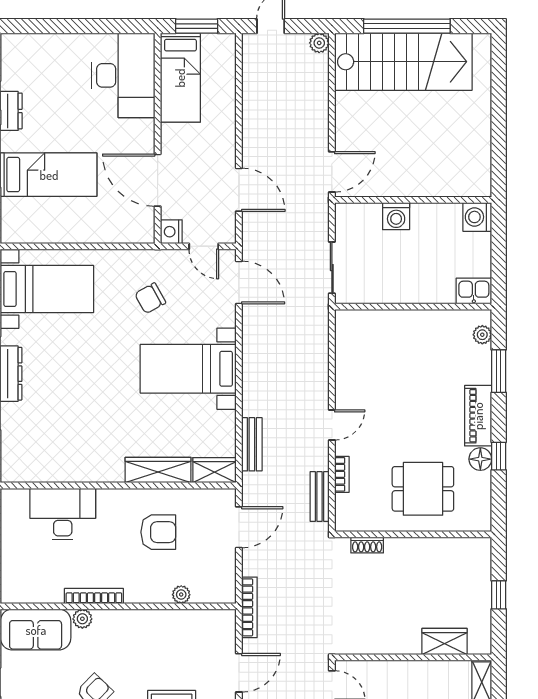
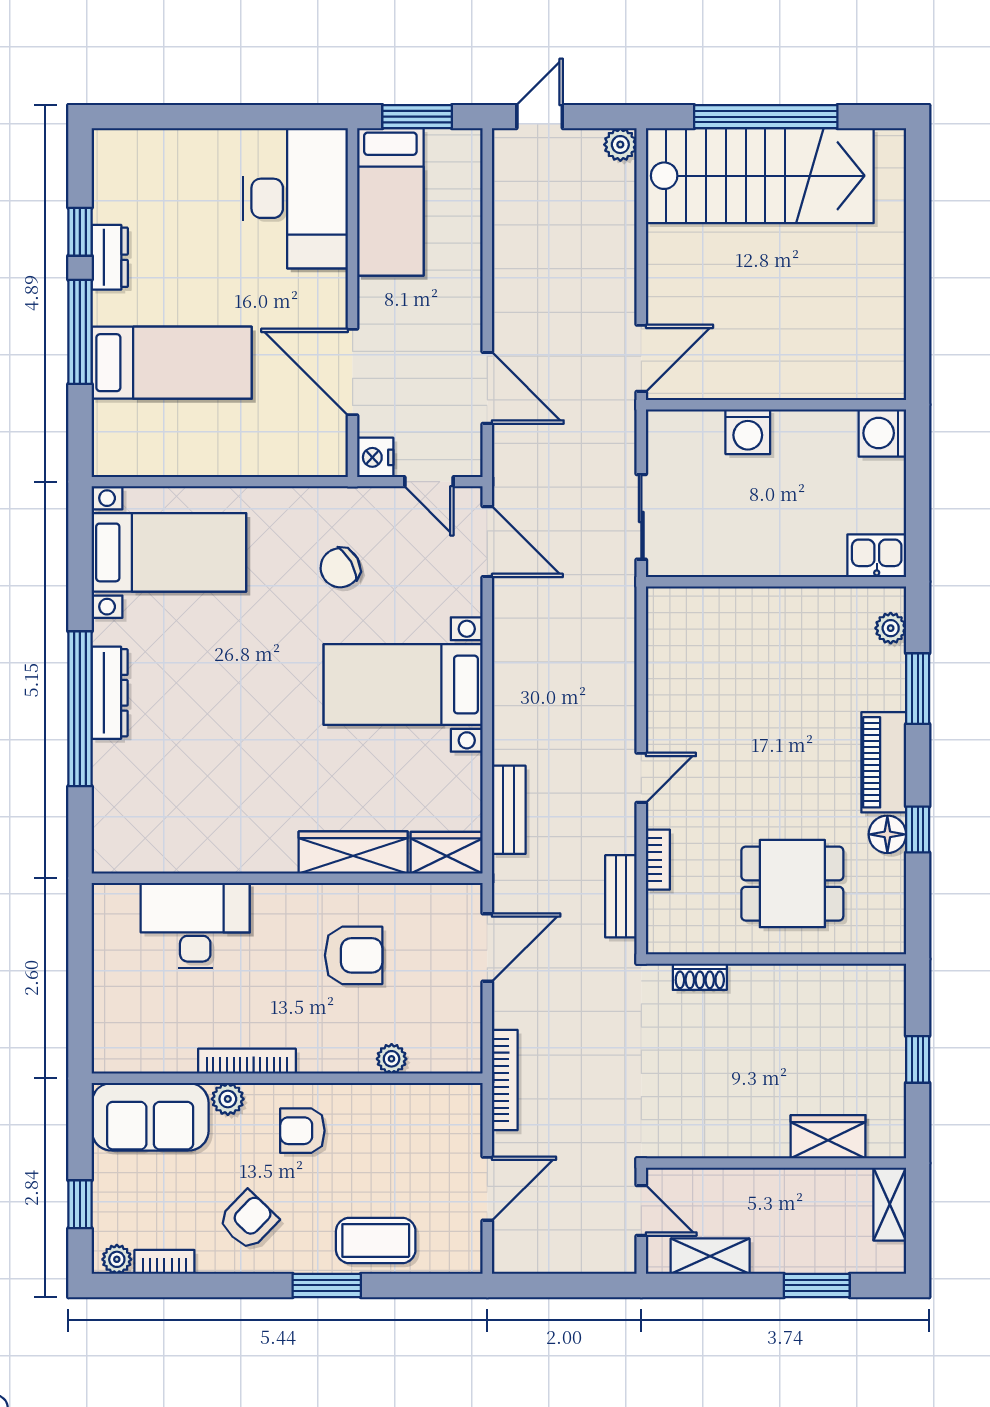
armchair: (127, 638) -> (302, 1131), added

